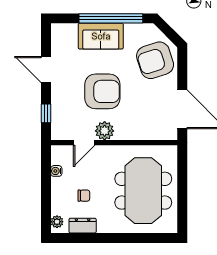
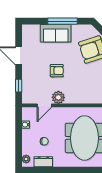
window: (111, 18) -> (63, 21), width x0.68
armchair: (102, 91) -> (57, 71), width x0.53, depth x0.53

